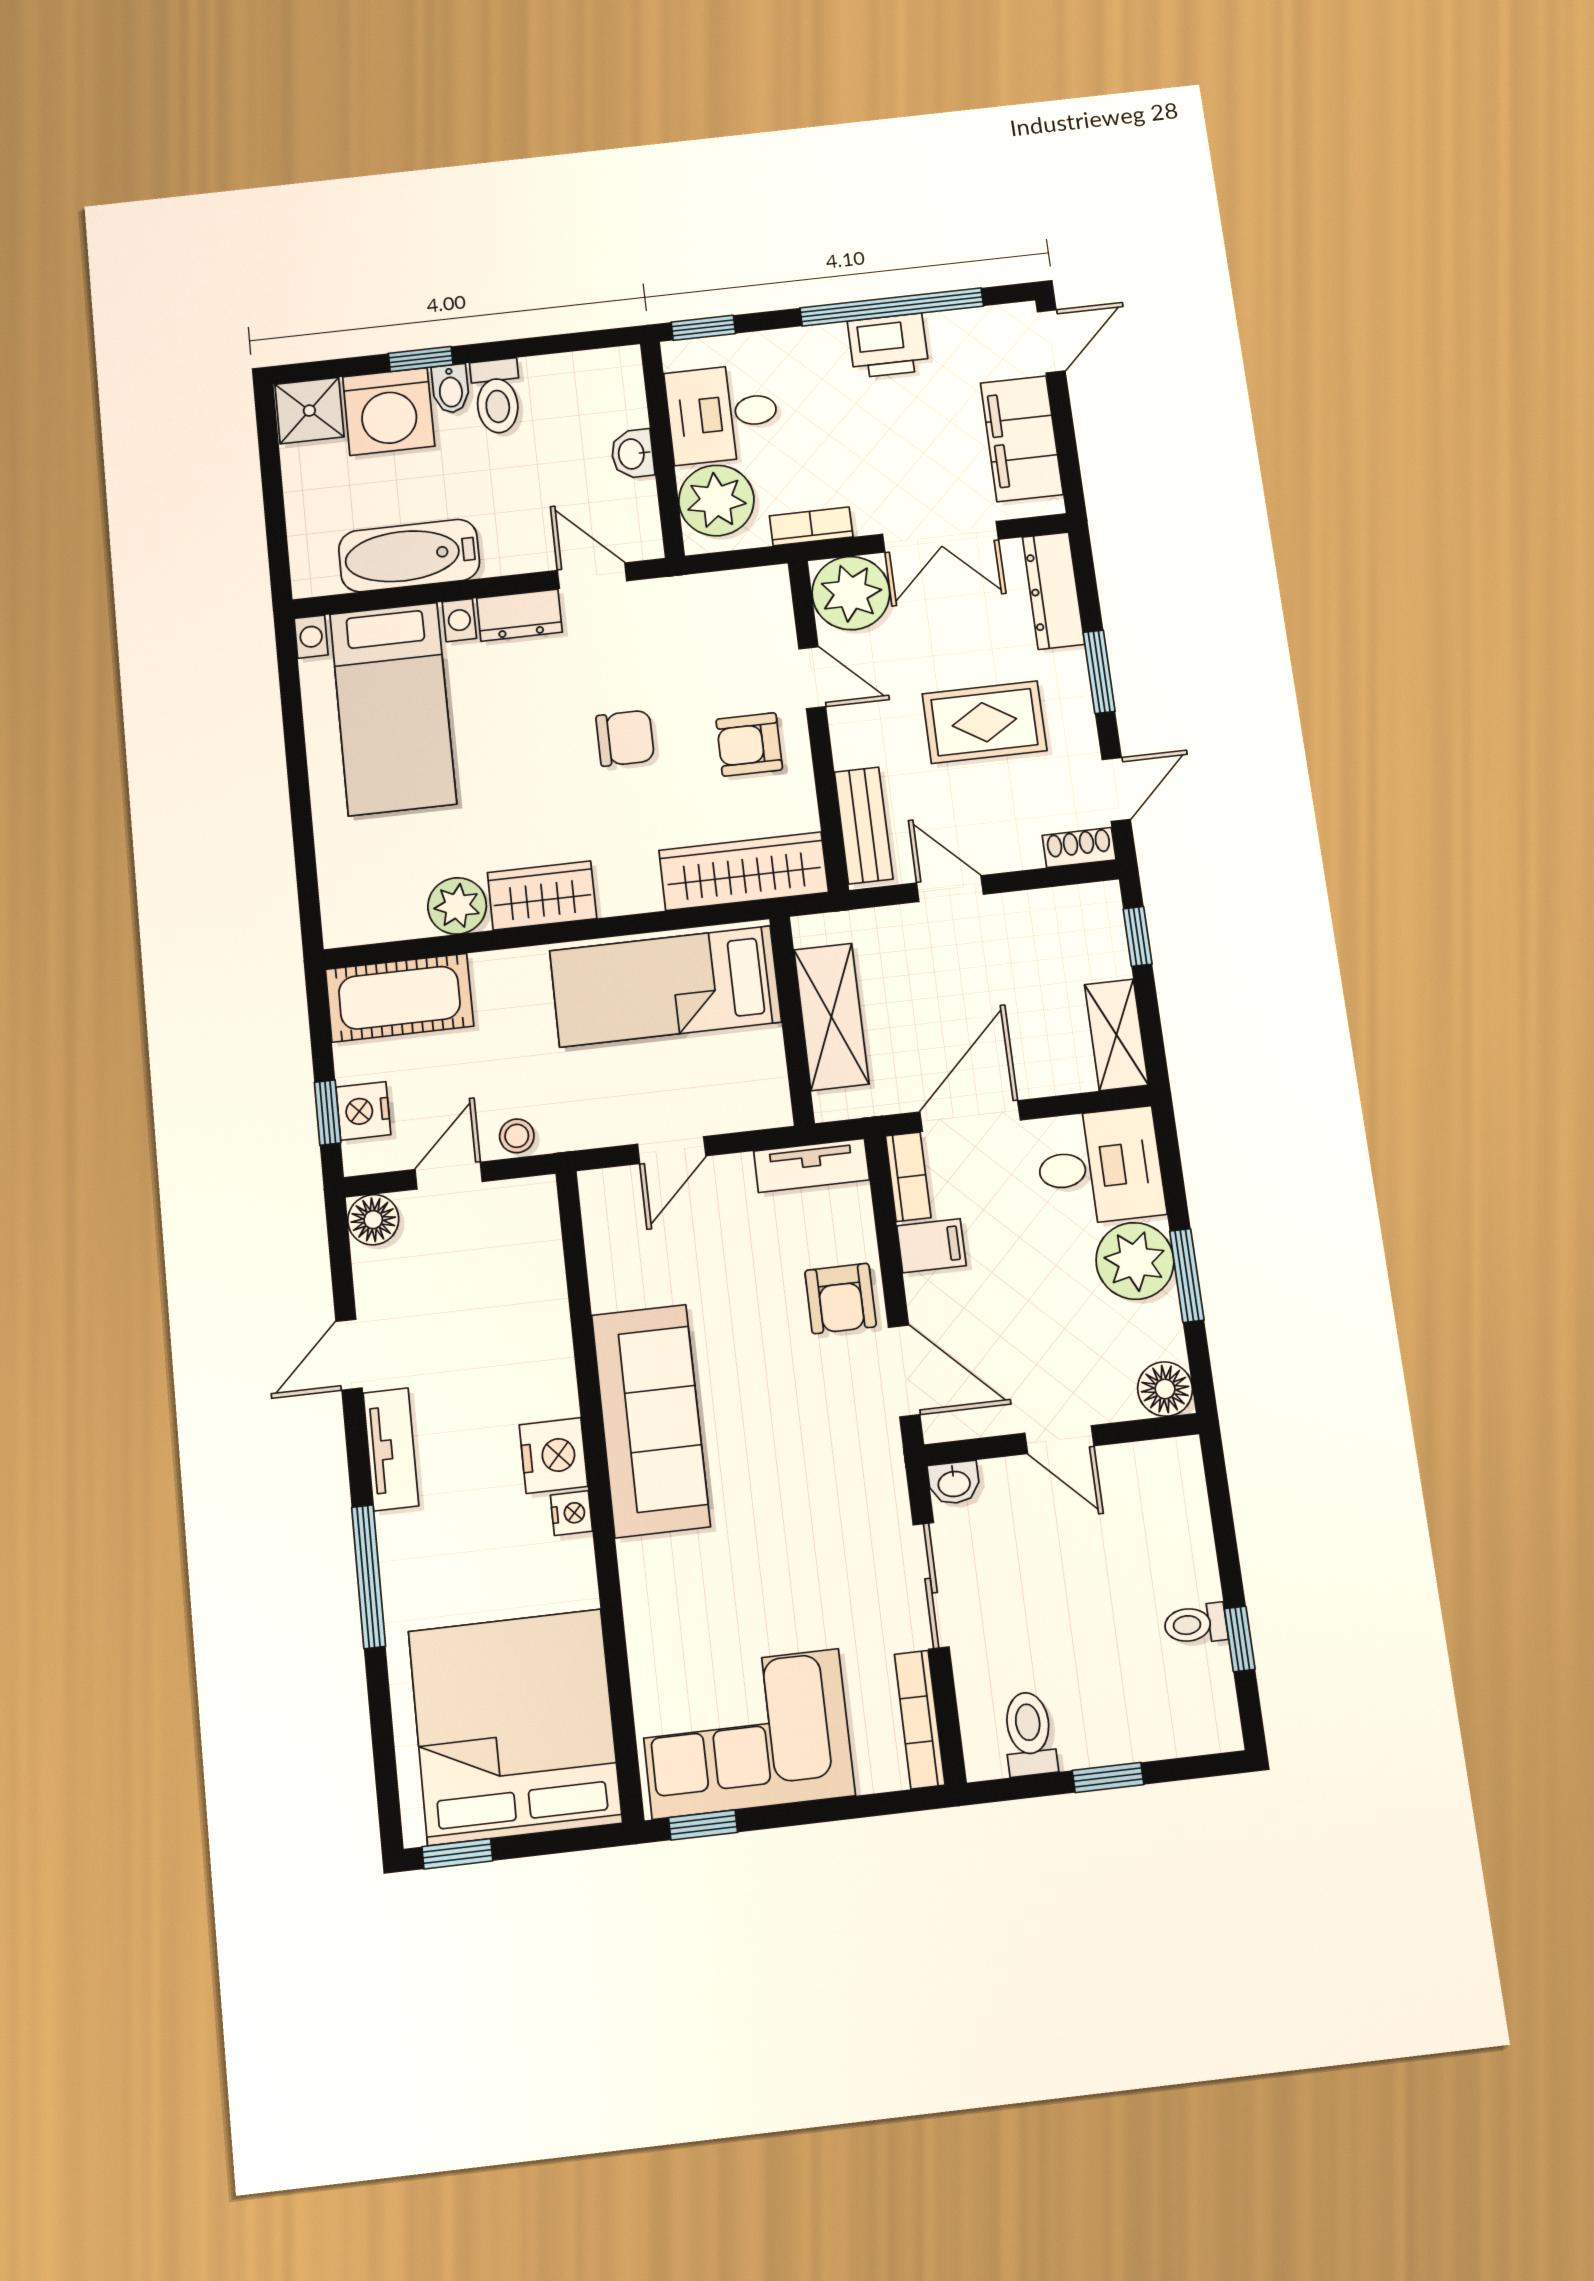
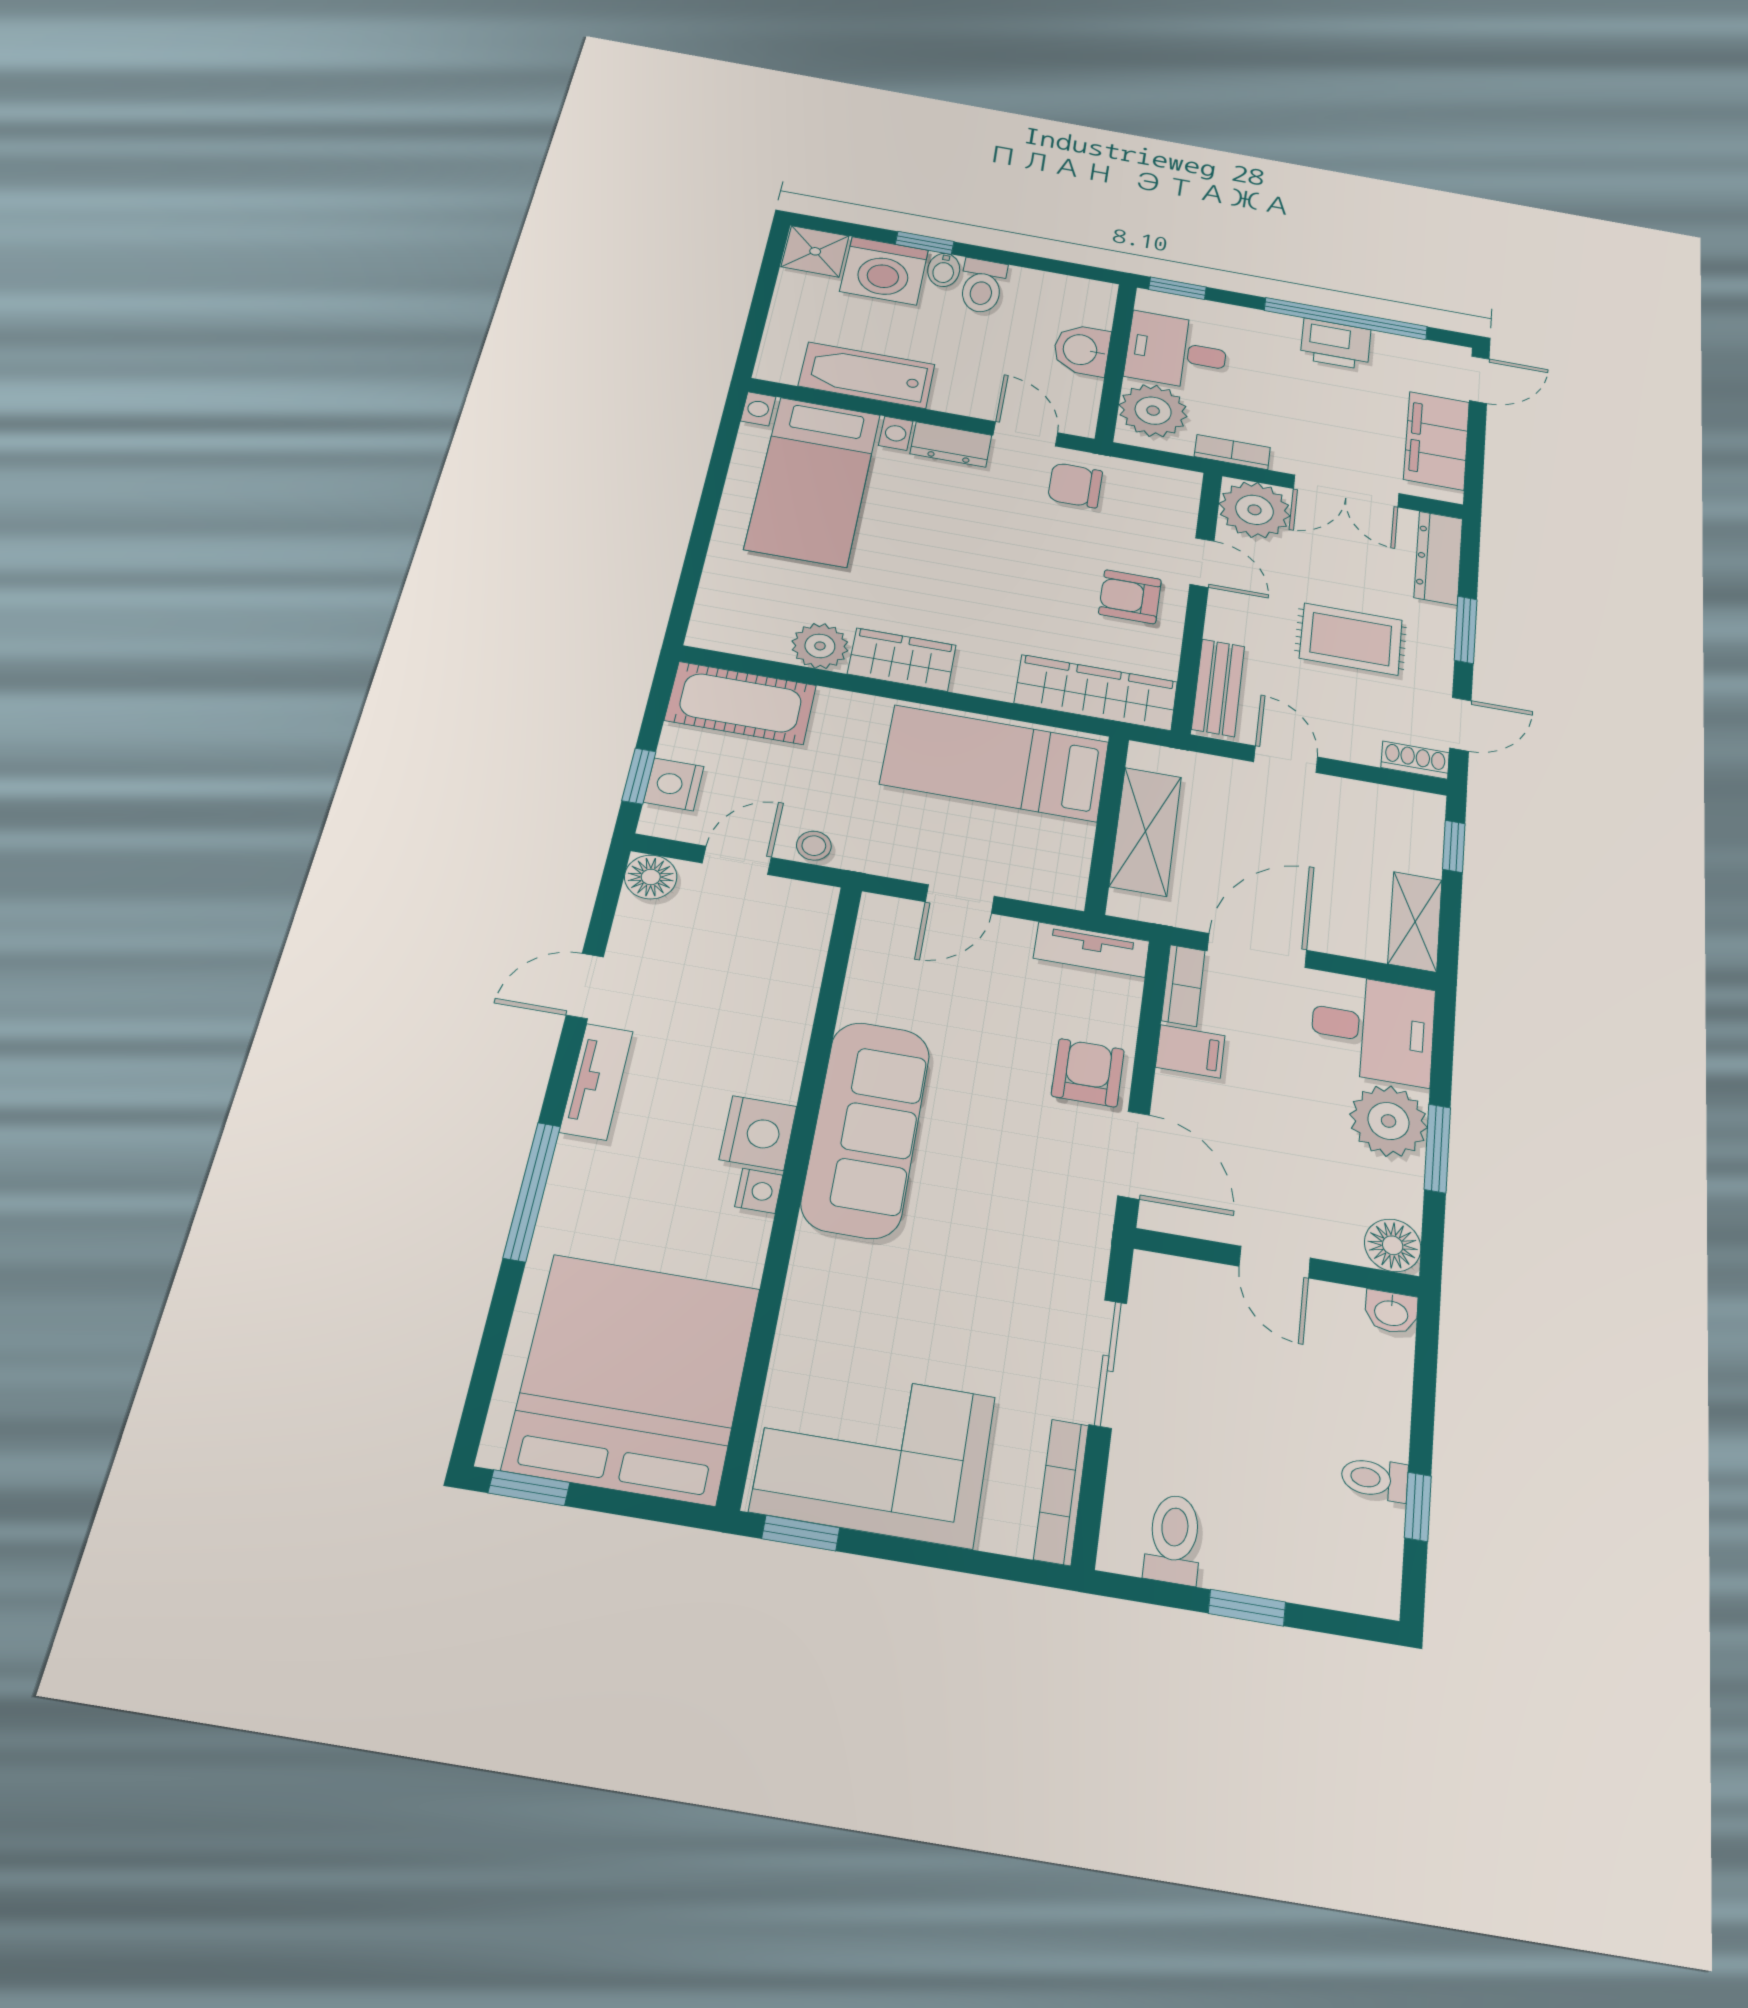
washbasin: (632, 454) -> (1082, 350), width x1.38, depth x1.45
chair: (625, 738) -> (1075, 485), moved, turned 180
armchair: (841, 1298) -> (1088, 1073), turned 180
washbasin: (954, 1483) -> (1391, 1312), moved

